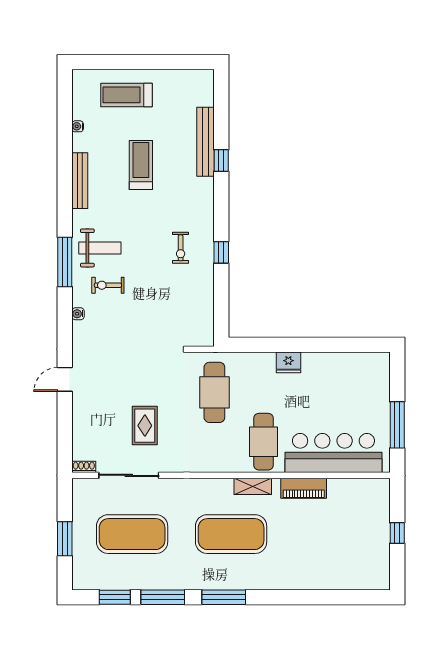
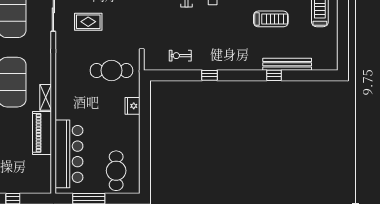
exercise bike: (181, 248) -> (180, 56), moved
fridge: (288, 362) -> (133, 106), moved
cafe table: (264, 442) -> (116, 171), moved, turned 90
piano: (304, 488) -> (42, 133), width x1.37, depth x1.33

